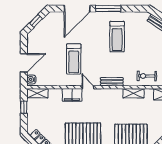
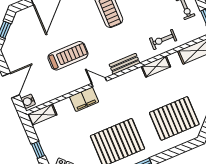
treadmill: (74, 59) -> (68, 56), turned -90
window: (24, 107) -> (38, 150), moved

